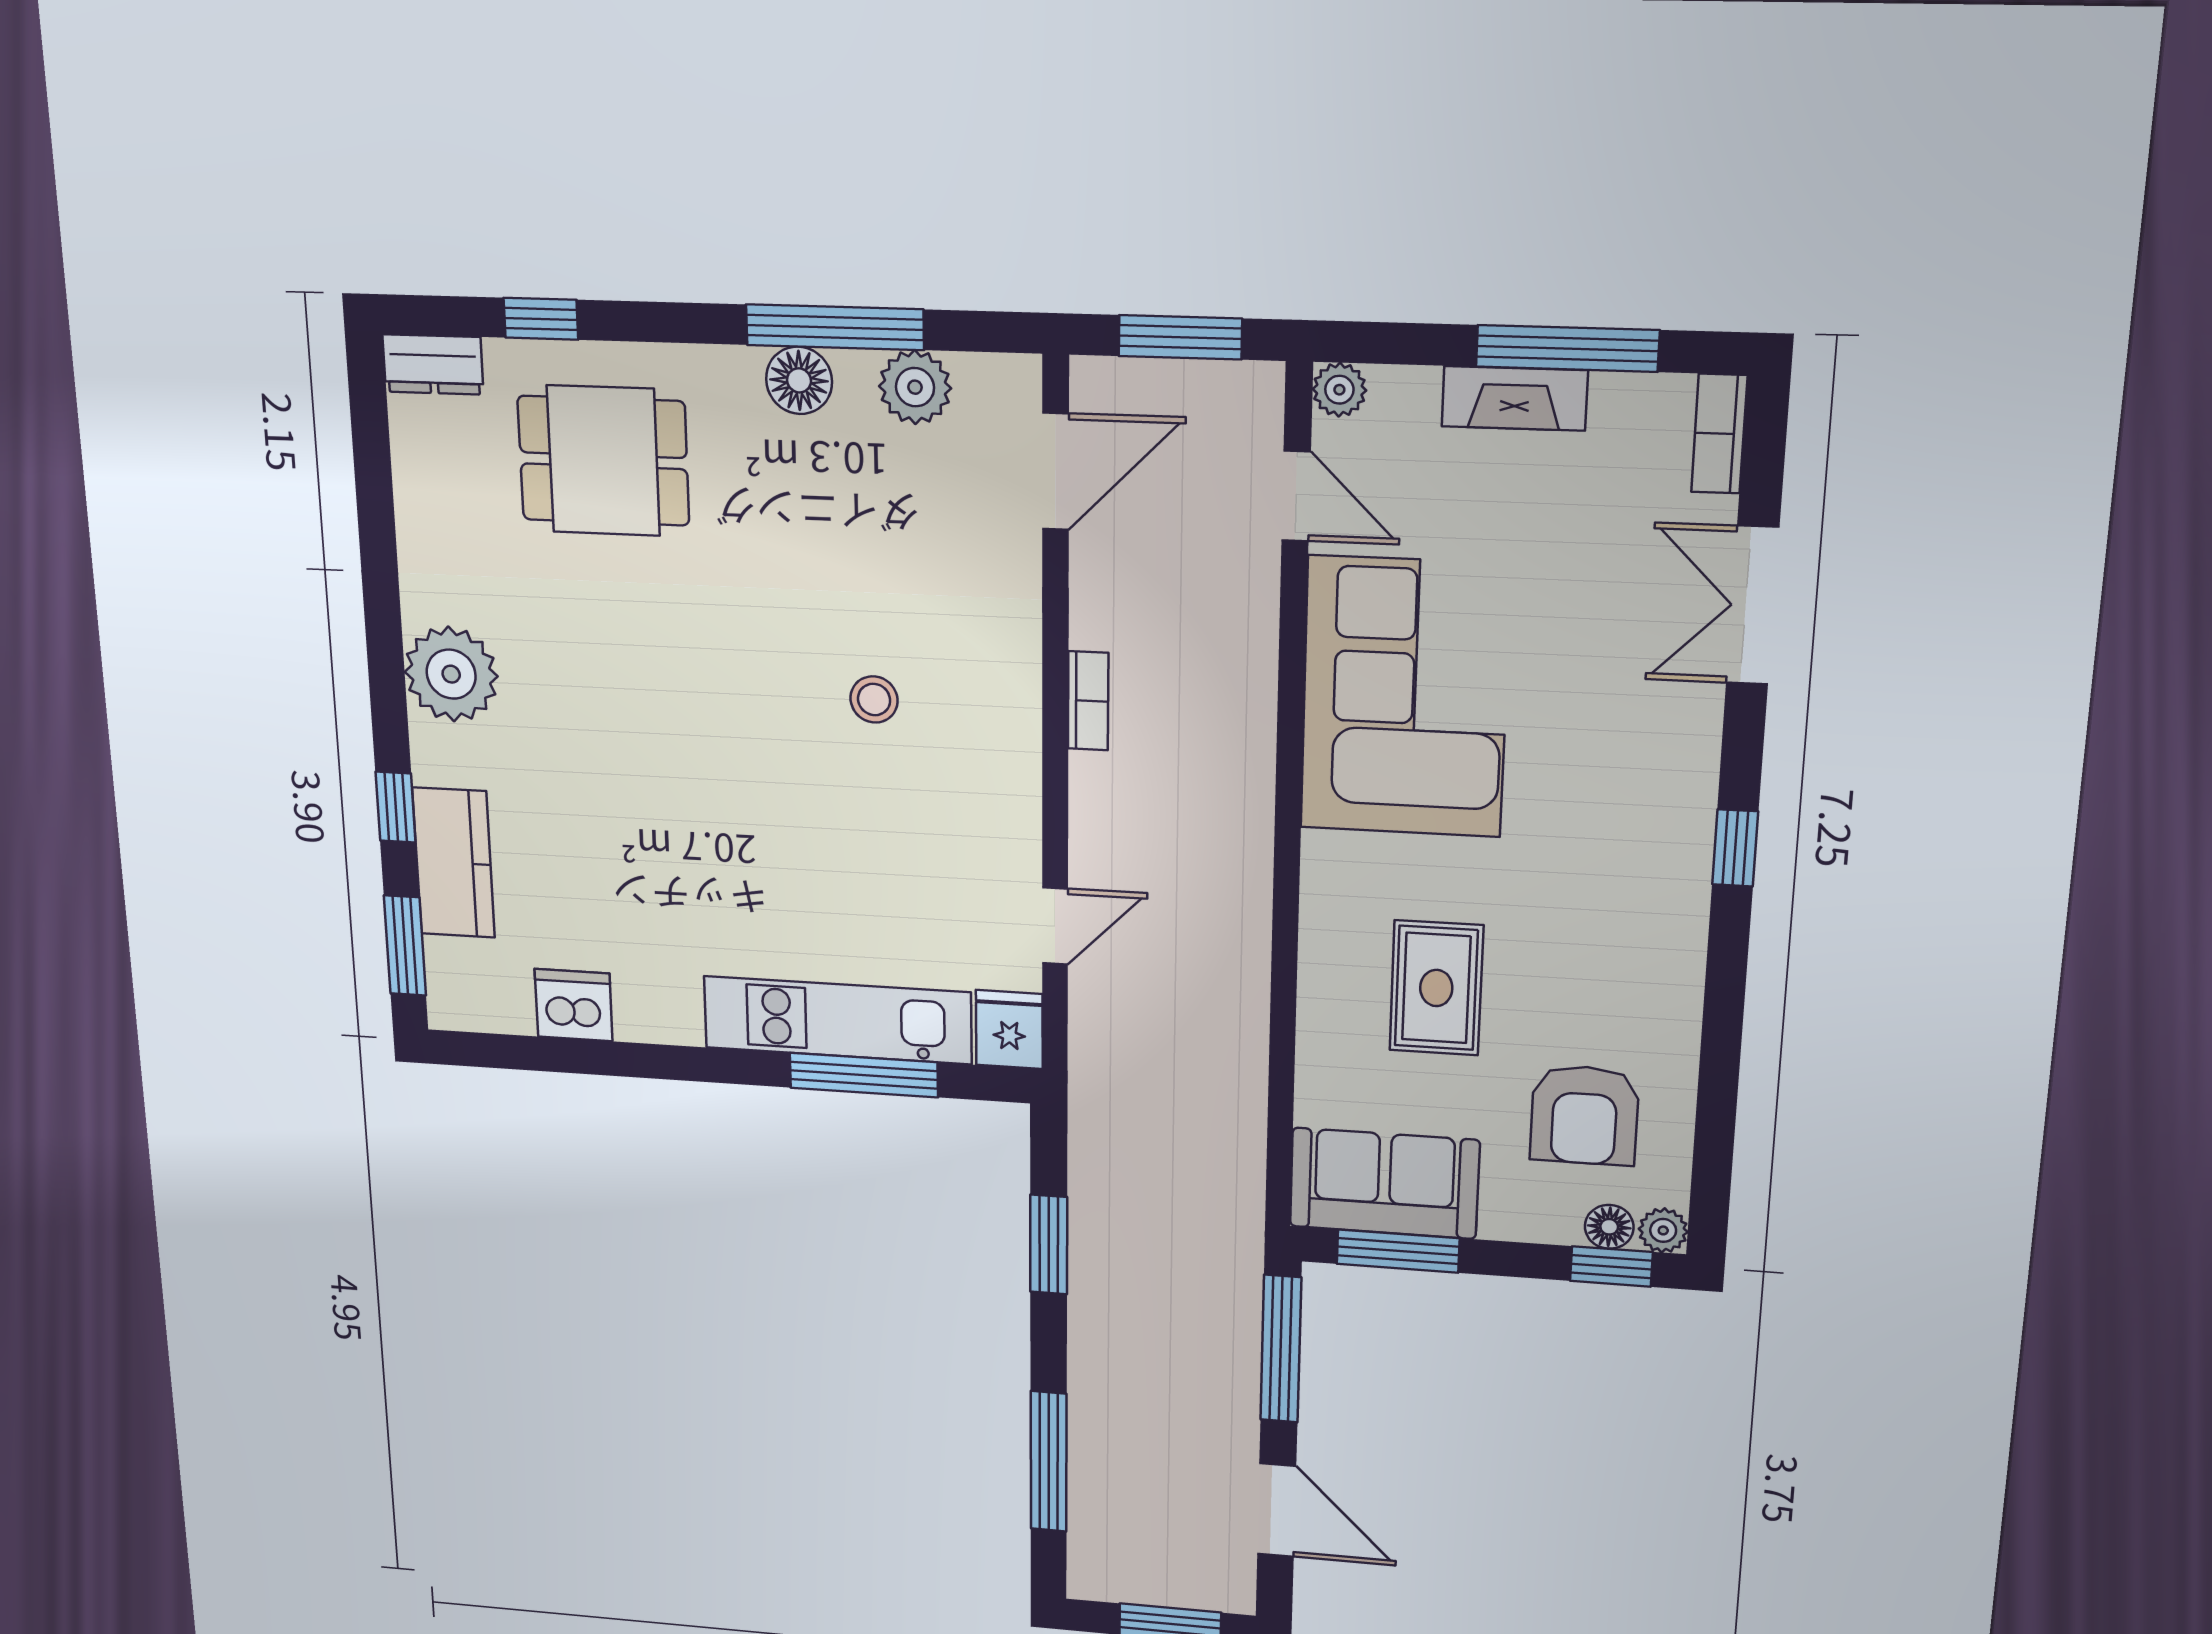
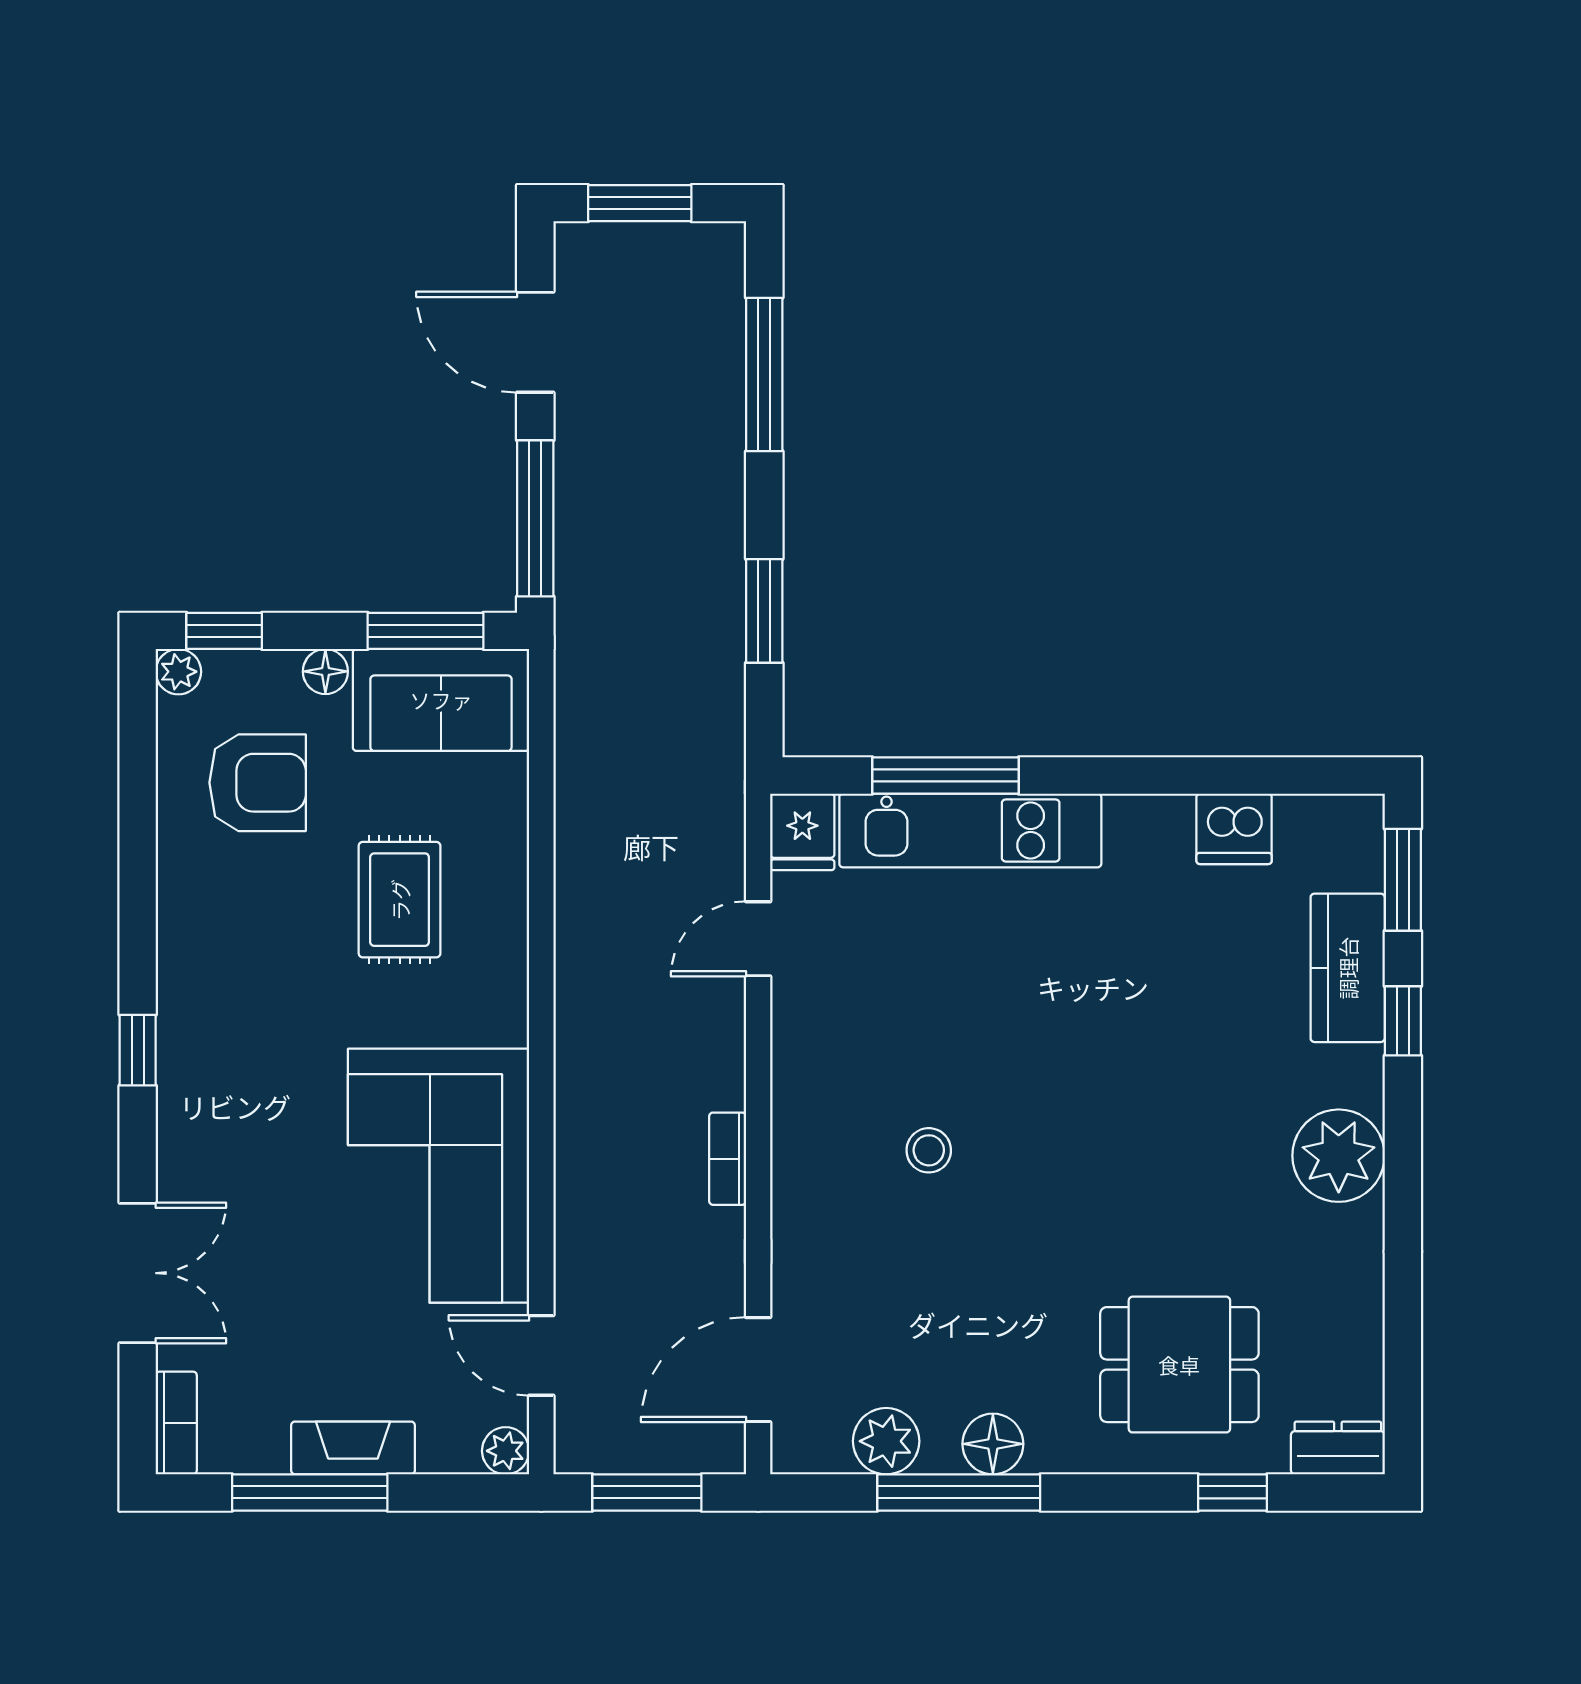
armchair: (1584, 1115) -> (258, 783), turned 90
floor lamp: (1609, 1227) -> (325, 671), moved

